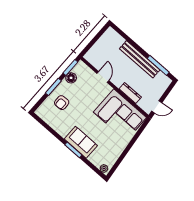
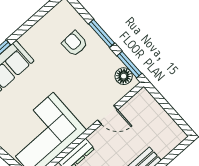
floor lamp: (71, 78) -> (124, 76), moved

